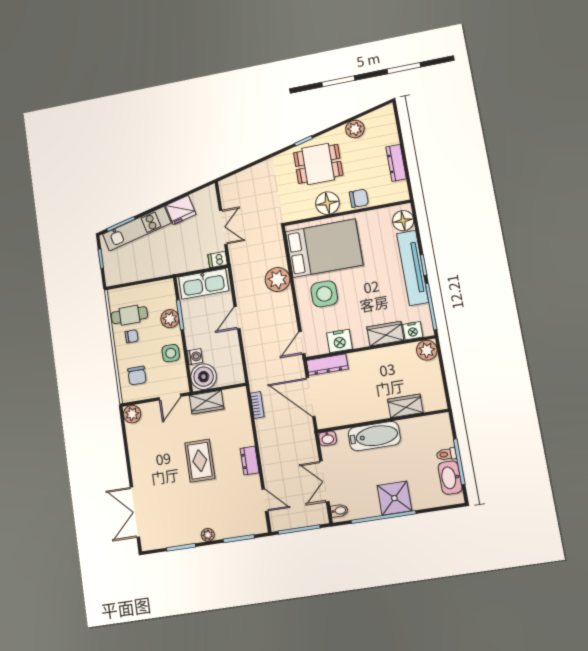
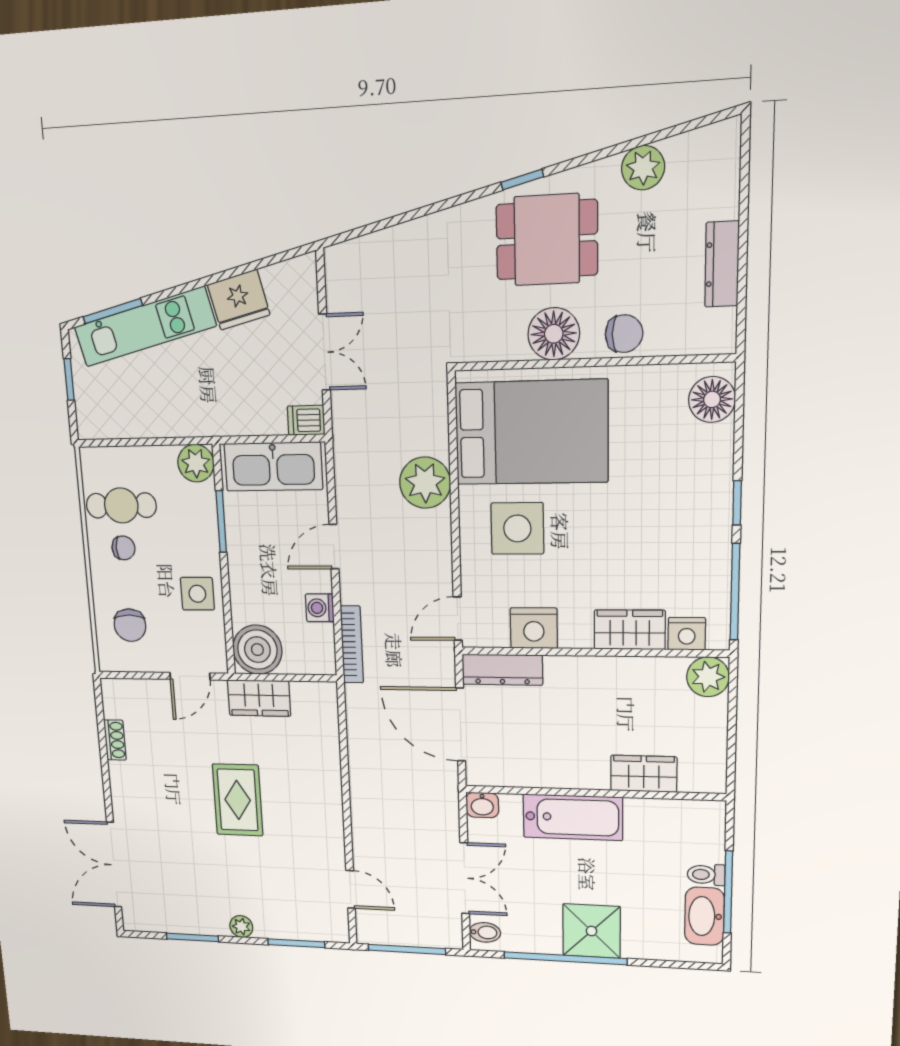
tv unit: (413, 268) -> (712, 505), removed
plant: (170, 319) -> (196, 463), moved
washing machine: (195, 357) -> (320, 608), moved, turned 180
bookcase: (257, 405) -> (352, 644), moved, width x1.56
plant: (132, 414) -> (117, 695), removed
shoe rack: (132, 439) -> (115, 740), added
dresser: (250, 461) -> (330, 817), removed
double door: (324, 481) -> (465, 878), swing flipped

